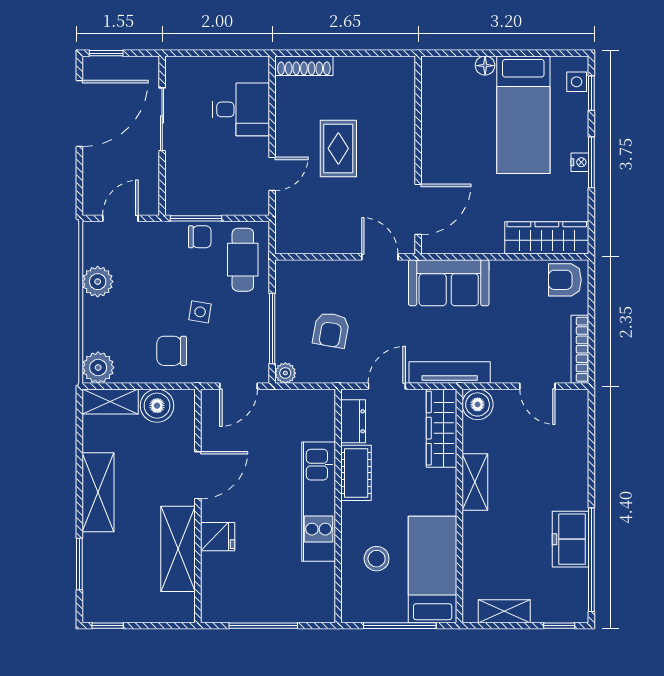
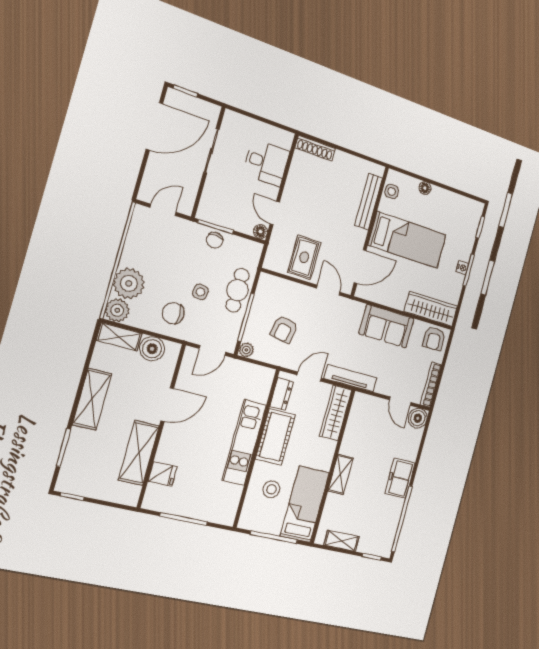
side table: (577, 82) -> (392, 191), moved
bench: (404, 113) -> (369, 202), added
bed: (523, 115) -> (407, 240), moved, turned -90
rug: (338, 148) -> (304, 257), moved
door: (272, 174) -> (275, 213), swing flipped
floor lamp: (259, 205) -> (260, 232), added
chair: (200, 237) -> (215, 240), turned 93
cafe table: (243, 260) -> (238, 290), moved
armchair: (565, 280) -> (434, 338), turned -90
plant: (98, 282) -> (129, 283), moved, width x1.36, depth x1.36
sofa: (449, 283) -> (387, 326), moved
boiler: (478, 404) -> (418, 418), moved
cot: (356, 473) -> (275, 437), width x1.37, depth x1.34
shelving: (475, 482) -> (341, 474), moved
fridge: (218, 537) -> (163, 474), moved
freezer: (571, 539) -> (400, 478), moved

